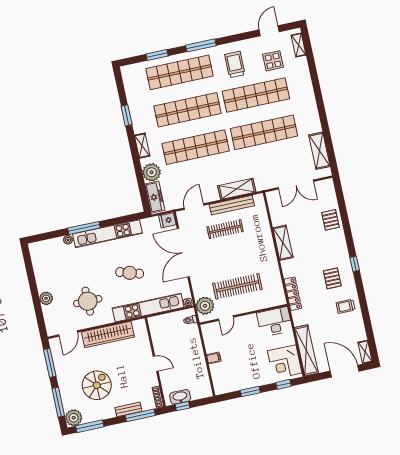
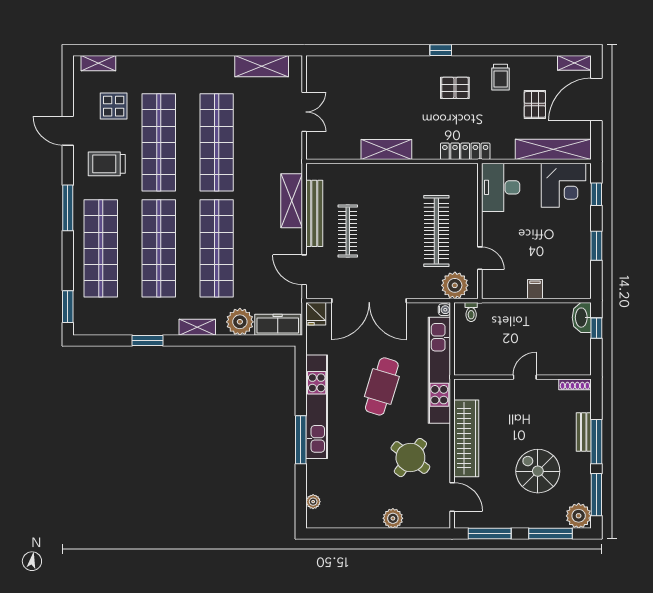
door: (269, 31) -> (68, 131), moved
window: (157, 55) -> (68, 307), moved
double door: (296, 185) -> (304, 112), width x0.73
pallet: (330, 220) -> (535, 104), moved, turned 90
plant: (68, 240) -> (313, 502), moved
cafe table: (130, 273) -> (382, 386), width x1.37, depth x1.35
round table: (88, 301) -> (410, 458), turned 37
washbasin: (180, 397) -> (582, 318), moved
window: (183, 406) -> (596, 328), moved
window: (140, 415) -> (596, 442), moved

